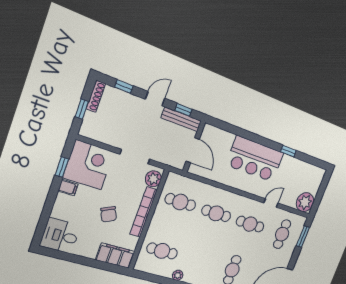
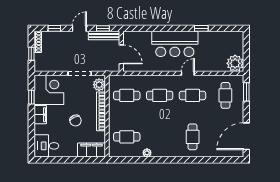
filing cabinet: (68, 188) -> (40, 115), width x2.00
door: (271, 203) -> (188, 73), moved

